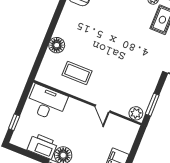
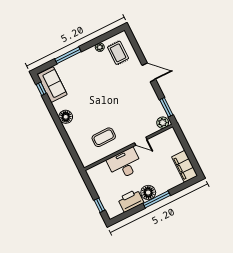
floor lamp: (57, 45) -> (66, 117), moved
desk: (47, 103) -> (125, 164), moved

